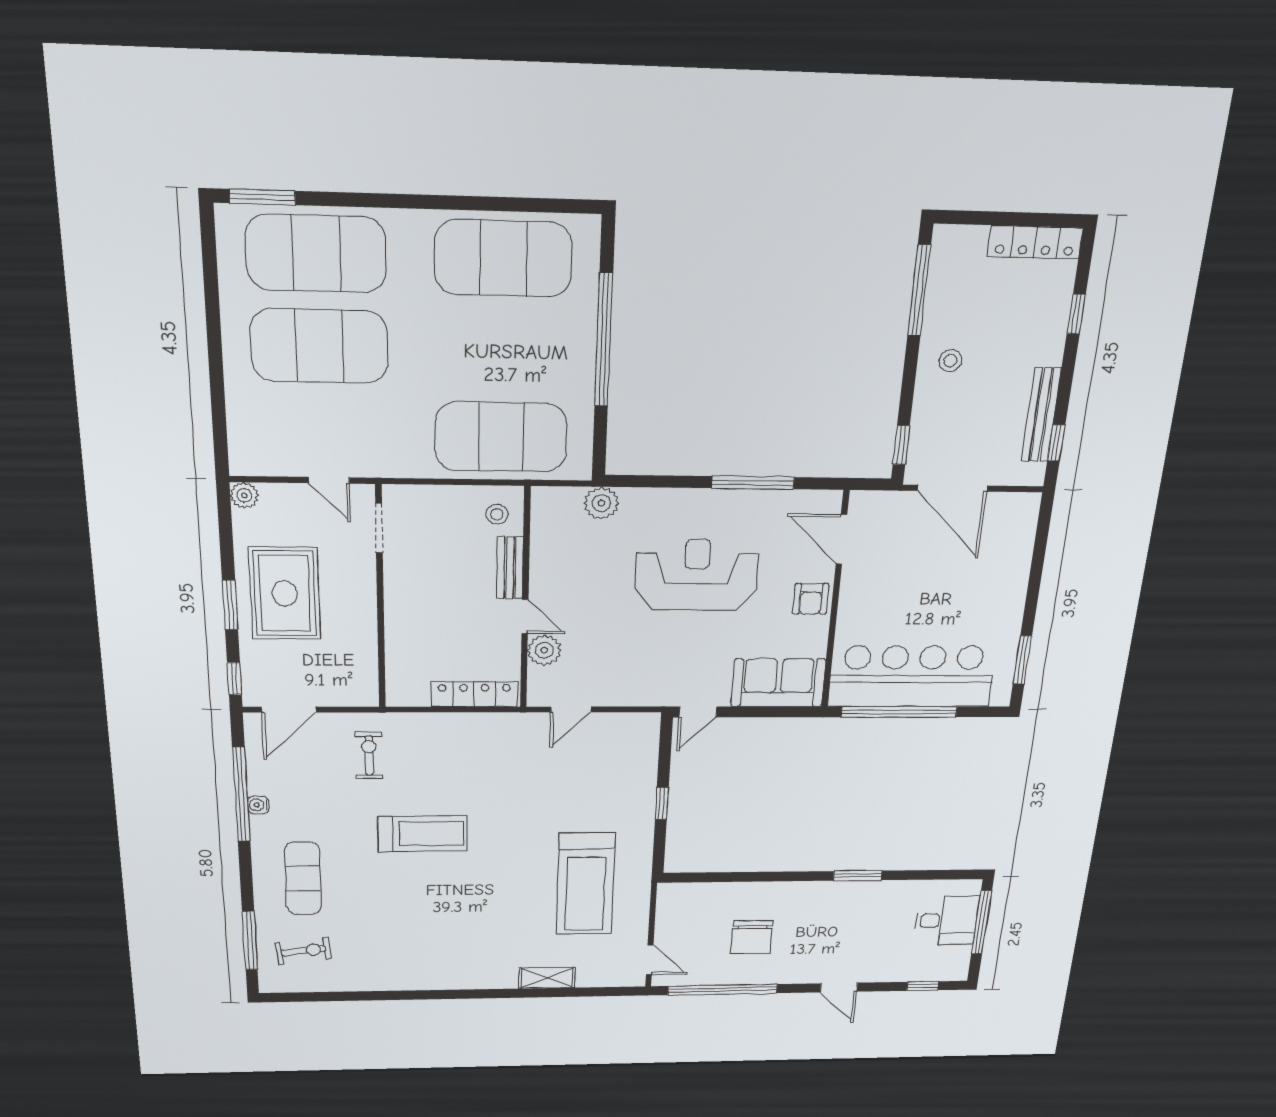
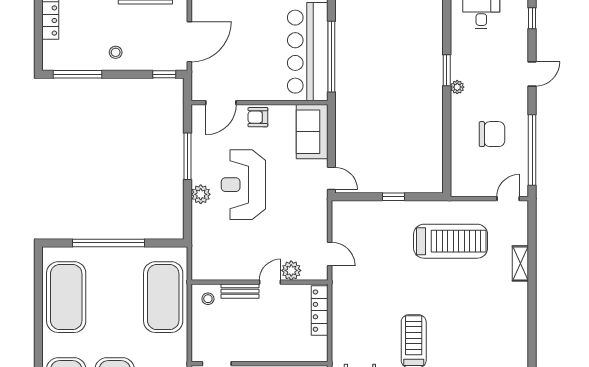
plant: (601, 503) -> (201, 194), moved
armchair: (811, 599) -> (258, 117), turned 180
plant: (830, 890) -> (457, 87), added

